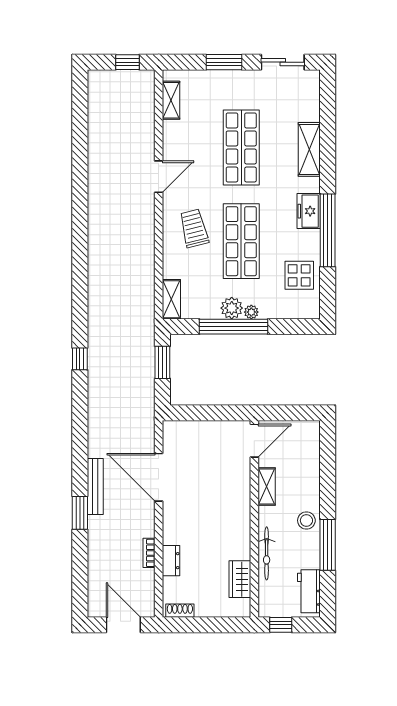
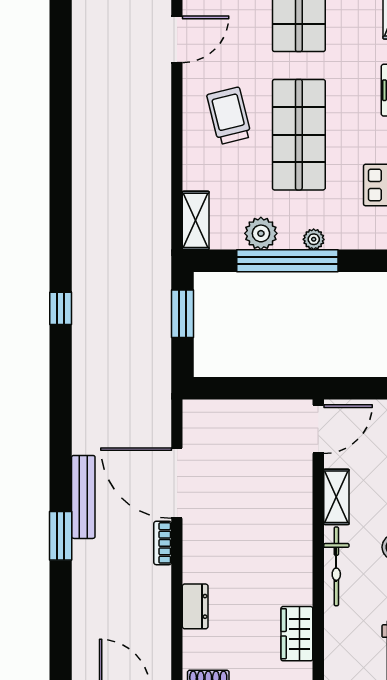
plant: (232, 308) -> (261, 233), moved
bookcase: (149, 553) -> (163, 543), moved
bicycle: (267, 553) -> (336, 566), moved

